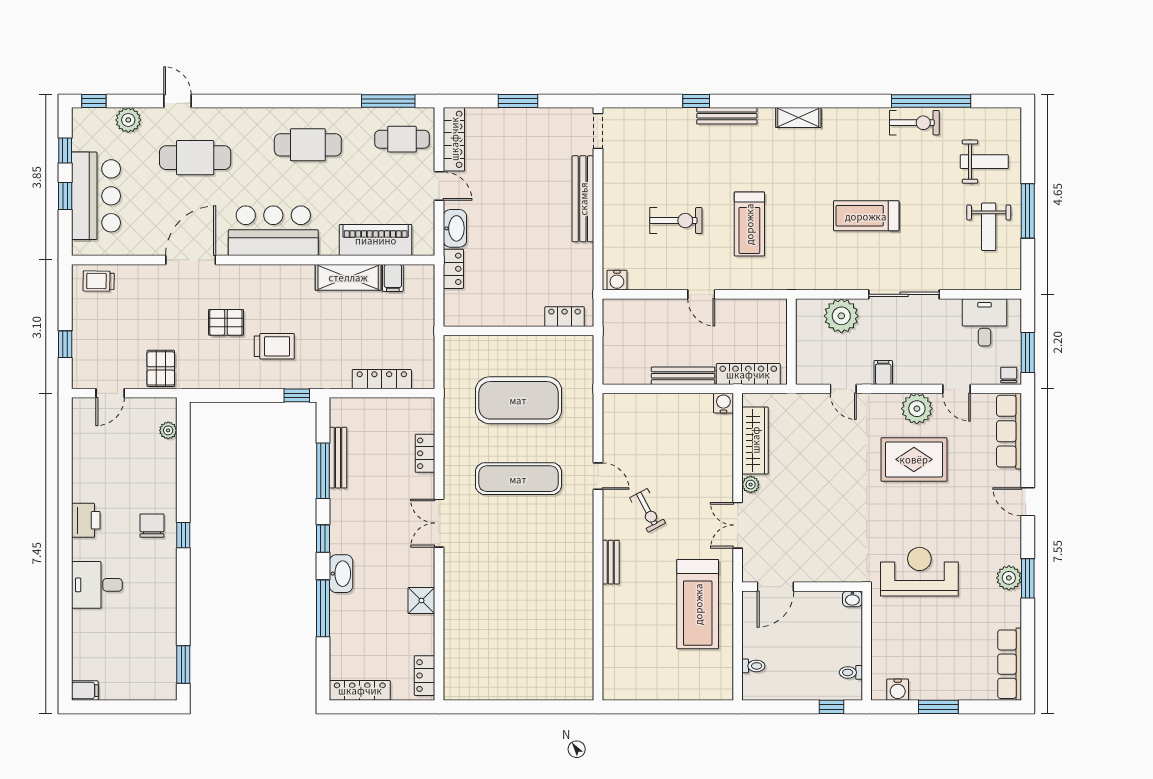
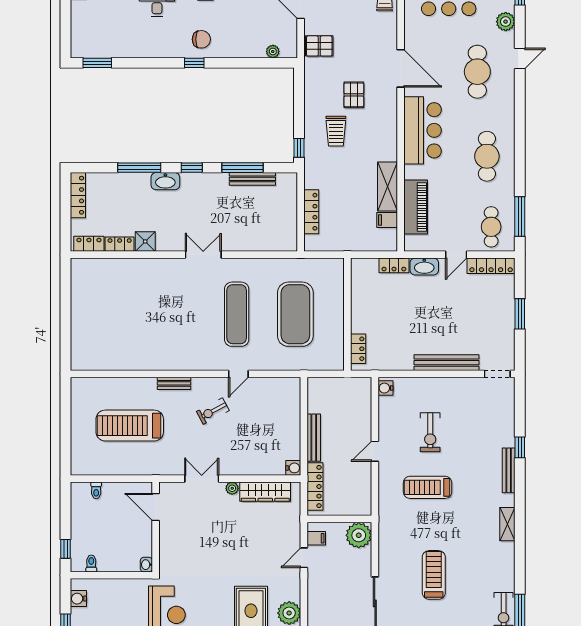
plant: (841, 316) -> (359, 535), moved
filing cabinet: (883, 372) -> (316, 538), moved
locker: (425, 453) -> (120, 244), moved
treadmill: (698, 604) -> (130, 426), moved

